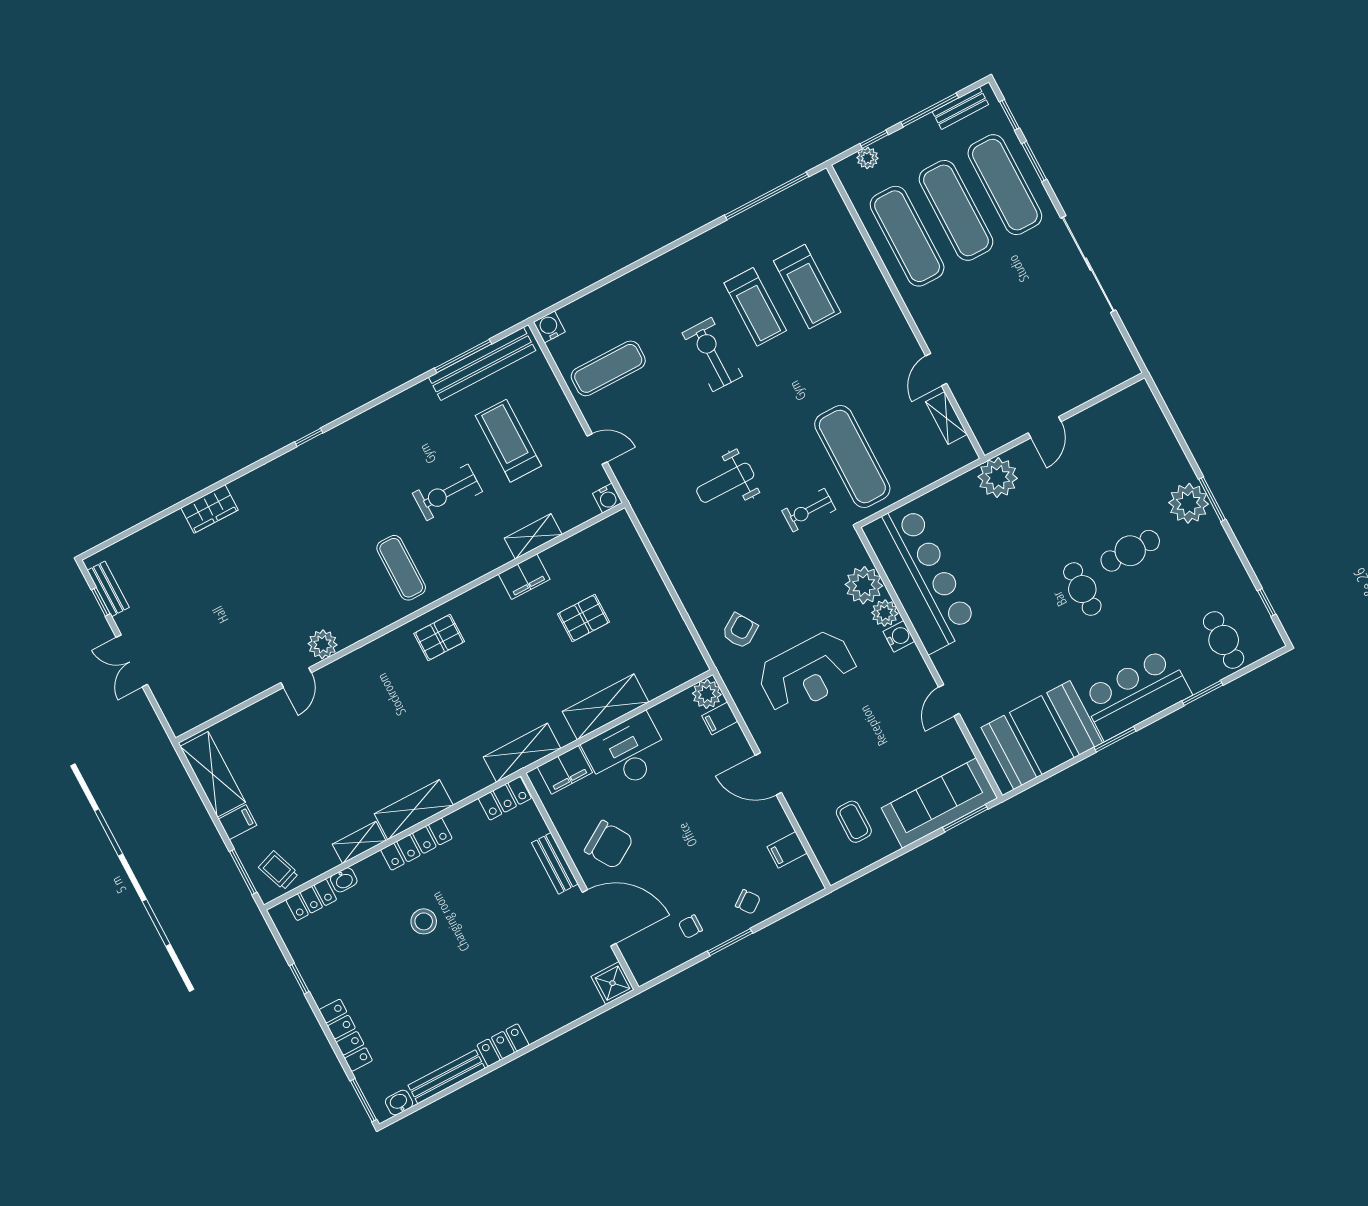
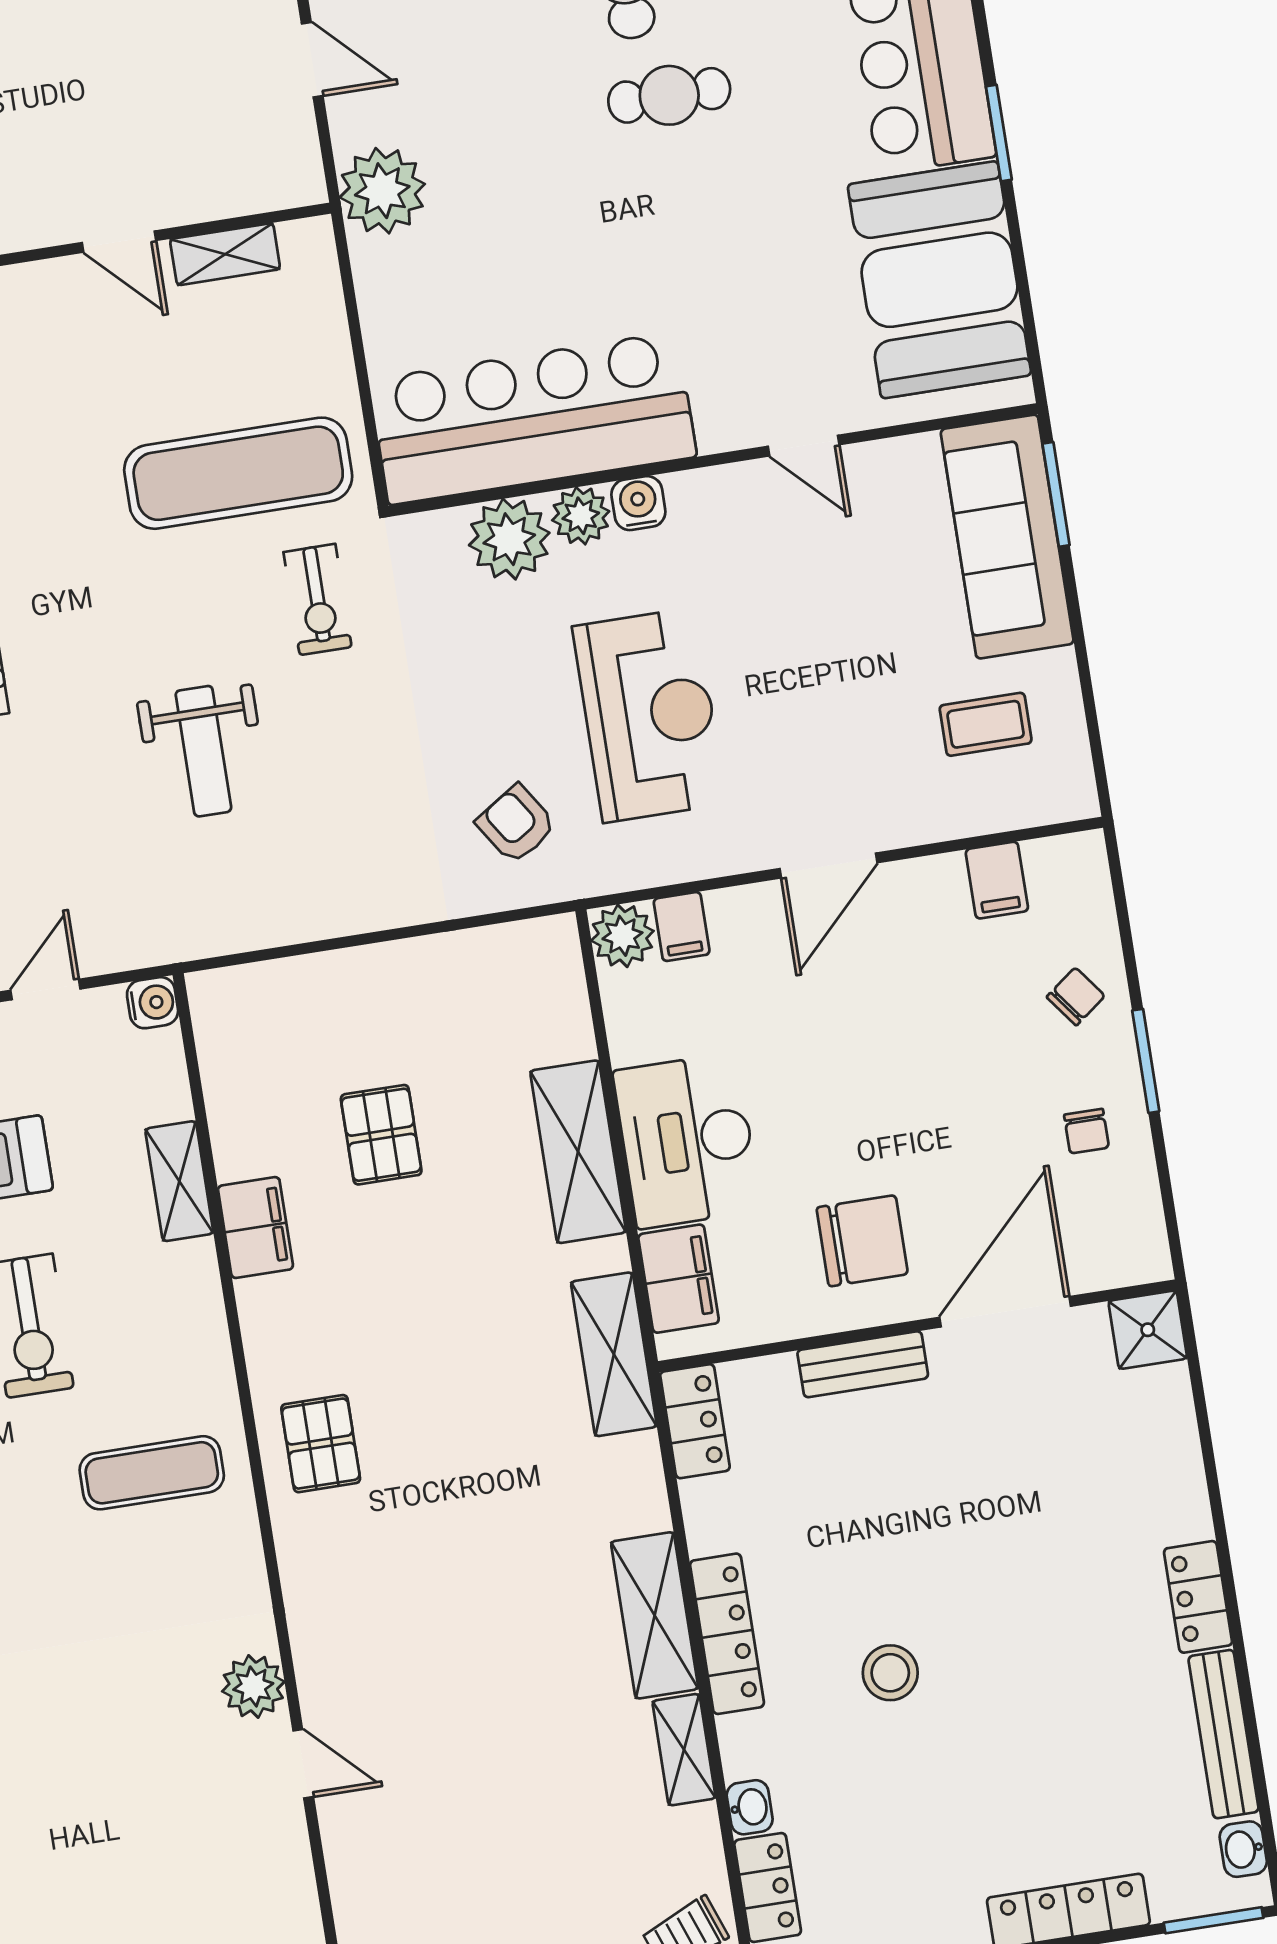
chair: (609, 845) -> (862, 1241), turned 32

